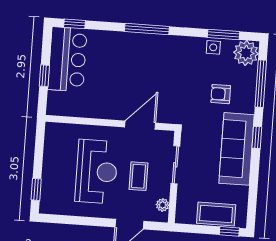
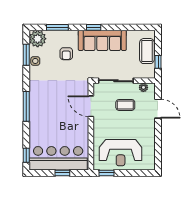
bar counter: (67, 59) -> (58, 158), width x1.36
window: (261, 84) -> (57, 27), width x0.69
sliding door: (175, 165) -> (116, 81), width x1.37
reception desk: (97, 172) -> (121, 153), moved, turned 180
window: (36, 189) -> (107, 173), moved
window: (229, 231) -> (158, 62), moved

